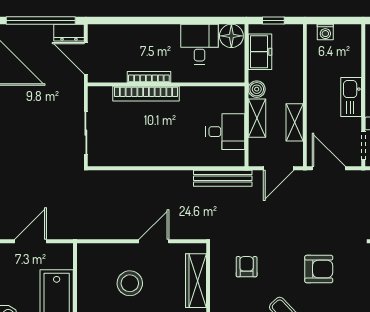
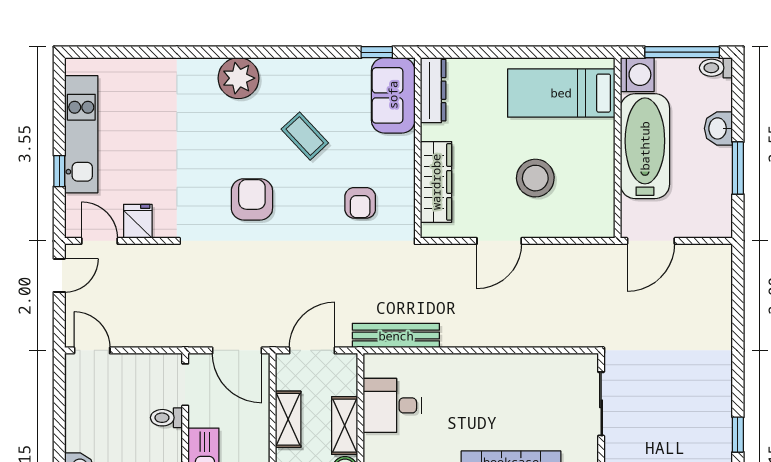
door: (30, 241) -> (651, 241), moved
armchair: (319, 269) -> (252, 199), turned 90

